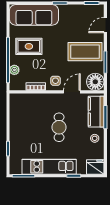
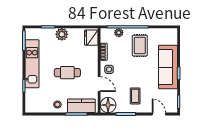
sofa: (34, 15) -> (168, 67), moved
coffee table: (85, 52) -> (135, 96), width x0.54, depth x0.58
plant: (16, 133) -> (62, 34), added
fridge: (95, 167) -> (91, 38), moved, turned 180

